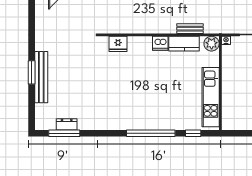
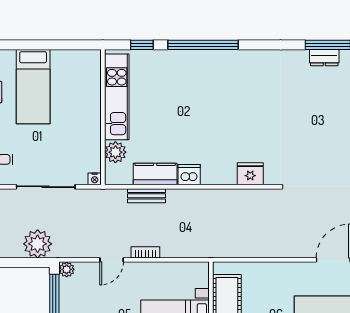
plant: (212, 44) -> (115, 152), moved

